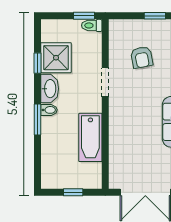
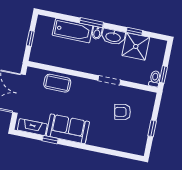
bathtub: (90, 137) -> (73, 31), moved, turned 180
coffee table: (122, 147) -> (57, 83), added

